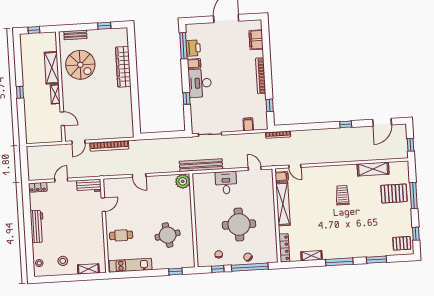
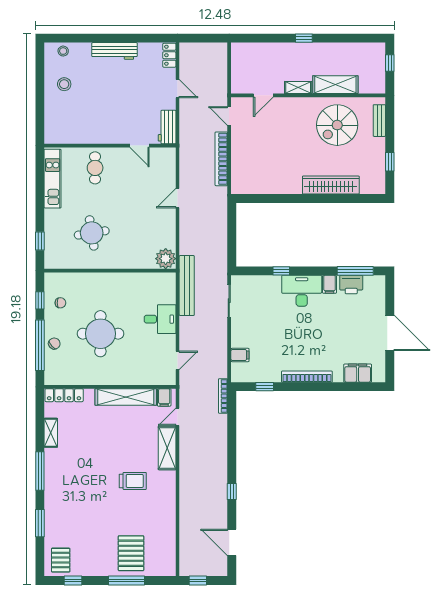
shelving: (373, 169) -> (167, 448), moved
shelving: (88, 269) -> (51, 119), removed

